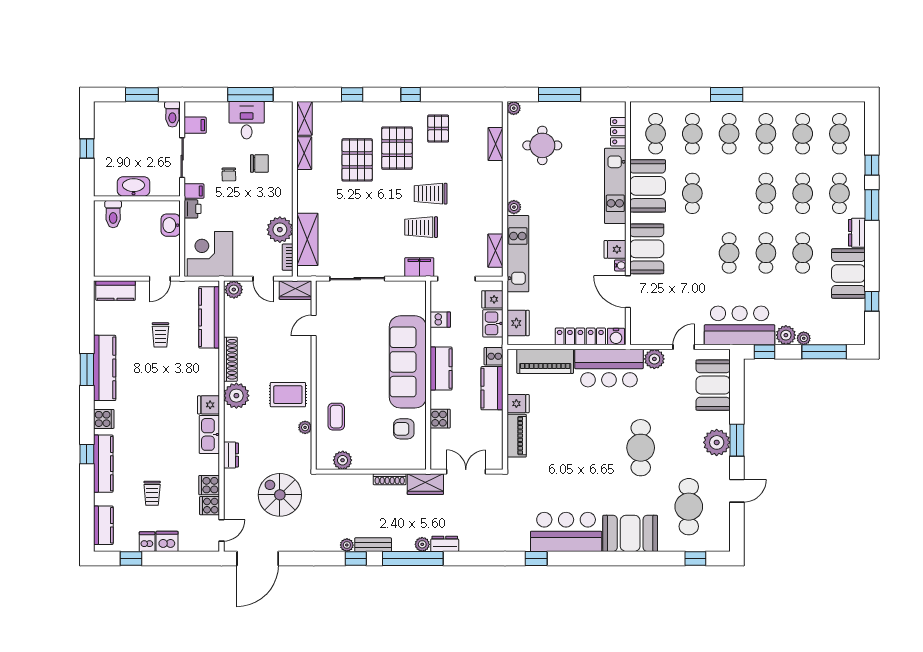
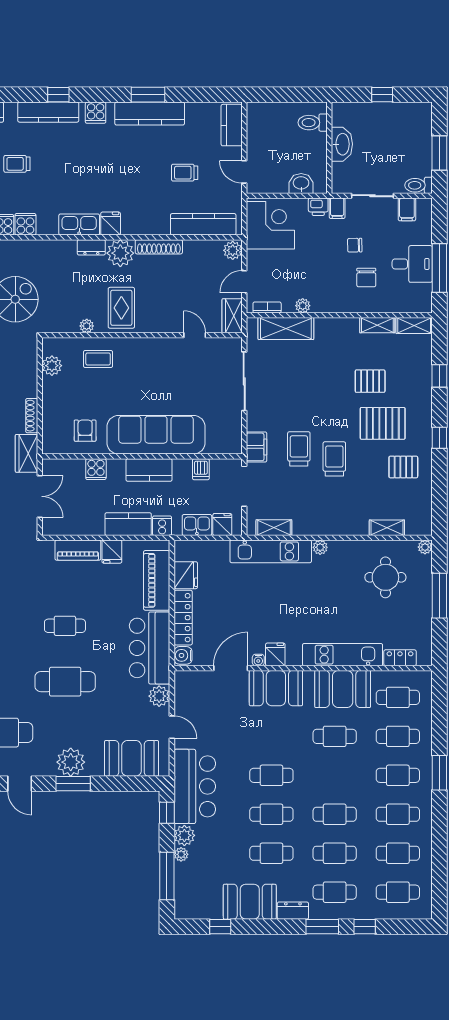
pallet: (357, 160) -> (370, 381), width x0.67, depth x0.71
plant: (280, 230) -> (303, 306), width x0.53, depth x0.53
fridge: (518, 323) -> (186, 575), moved, turned -90
cafe table: (588, 448) -> (65, 626), added
dresser: (231, 455) -> (91, 247), moved

